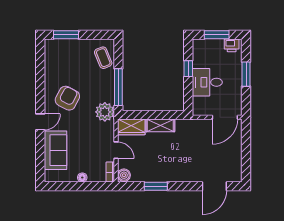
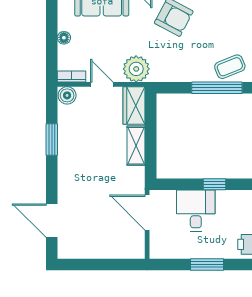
window: (118, 87) -> (217, 88), moved
plant: (105, 112) -> (136, 69), moved
door: (225, 117) -> (147, 213), moved
door: (116, 150) -> (102, 84), swing flipped

